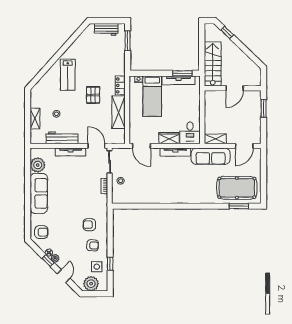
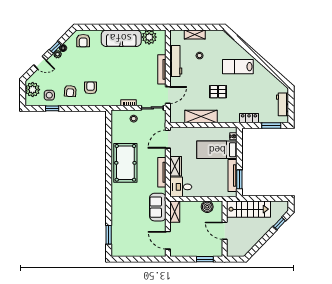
locker: (120, 85) -> (249, 118), moved
boiler: (210, 106) -> (207, 207), added
sofa: (211, 156) -> (158, 207), width x0.73
pool table: (237, 188) -> (125, 163), moved

